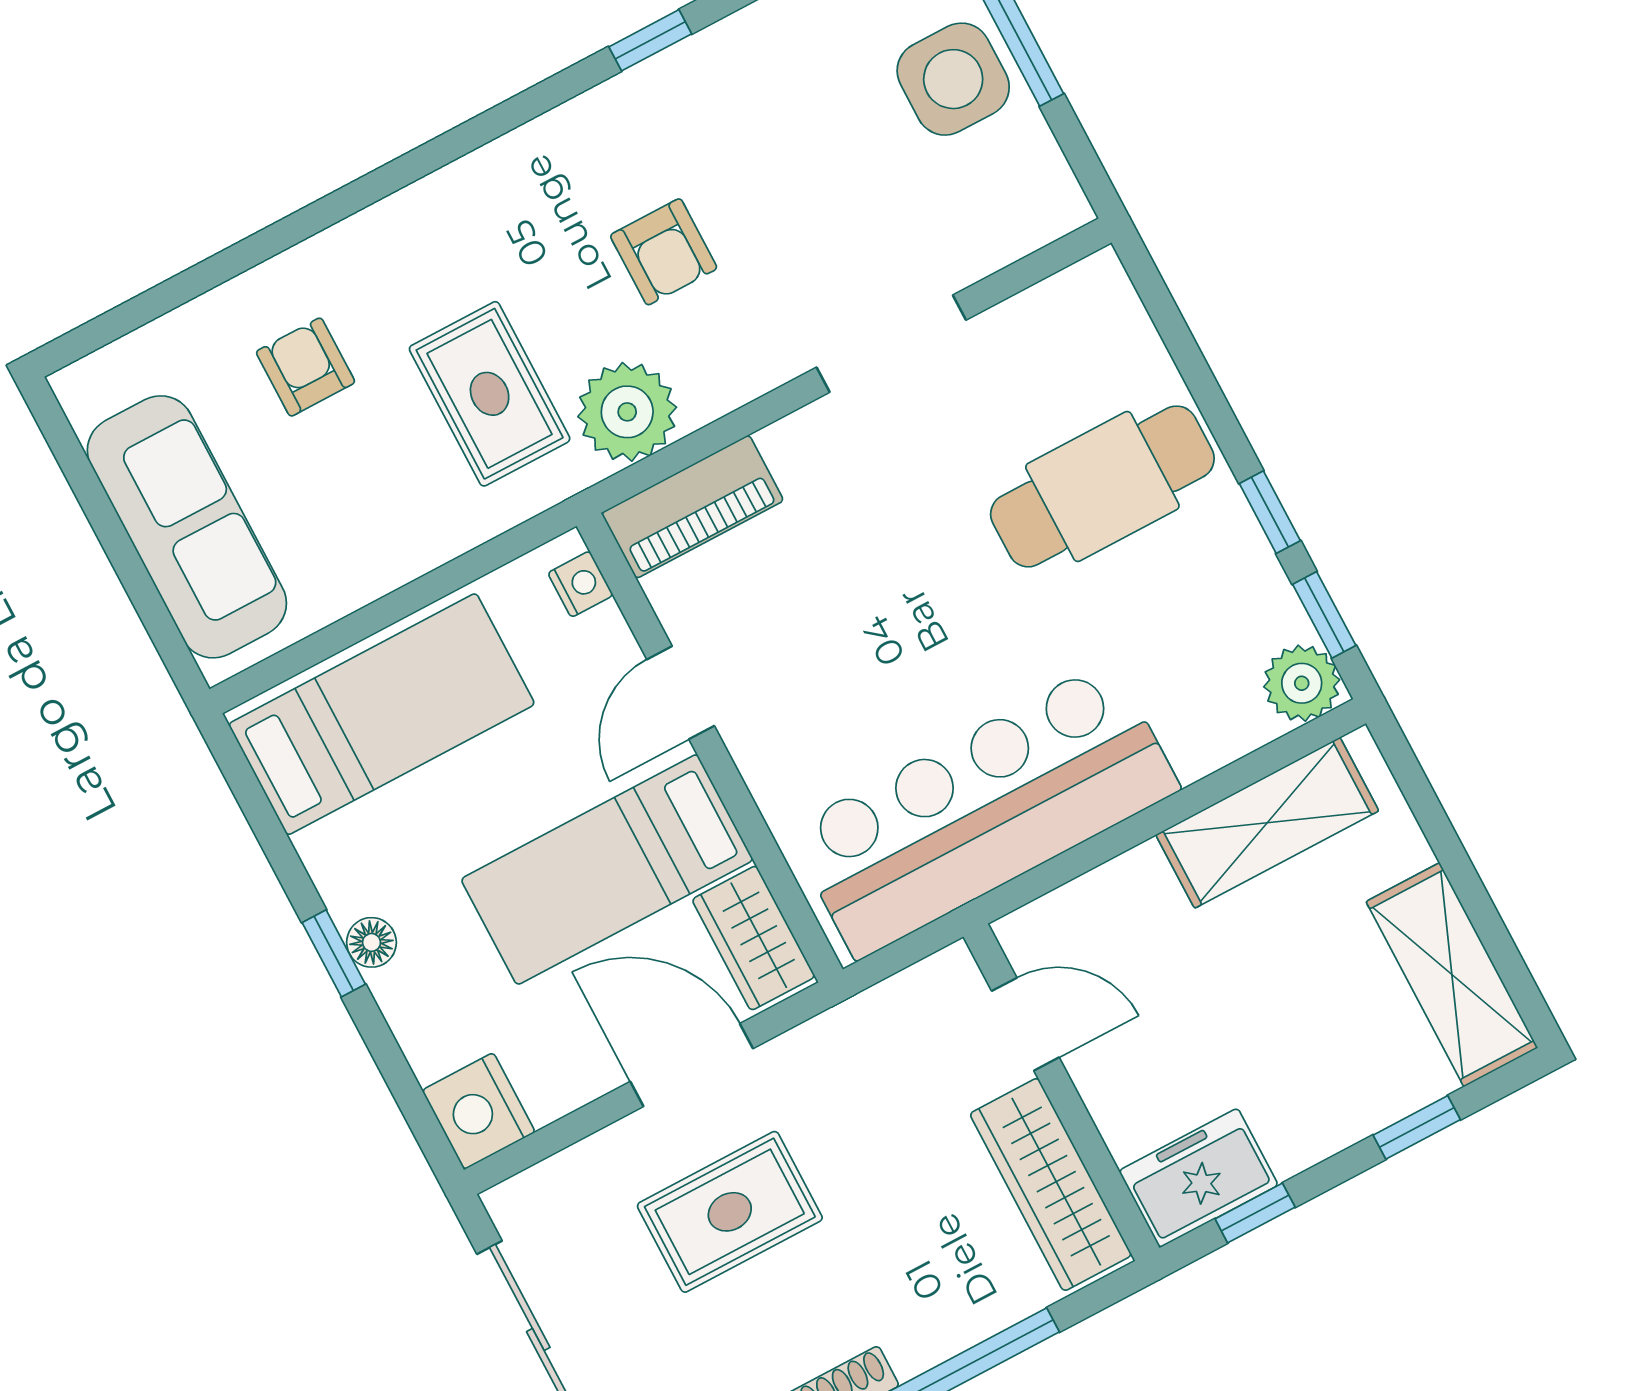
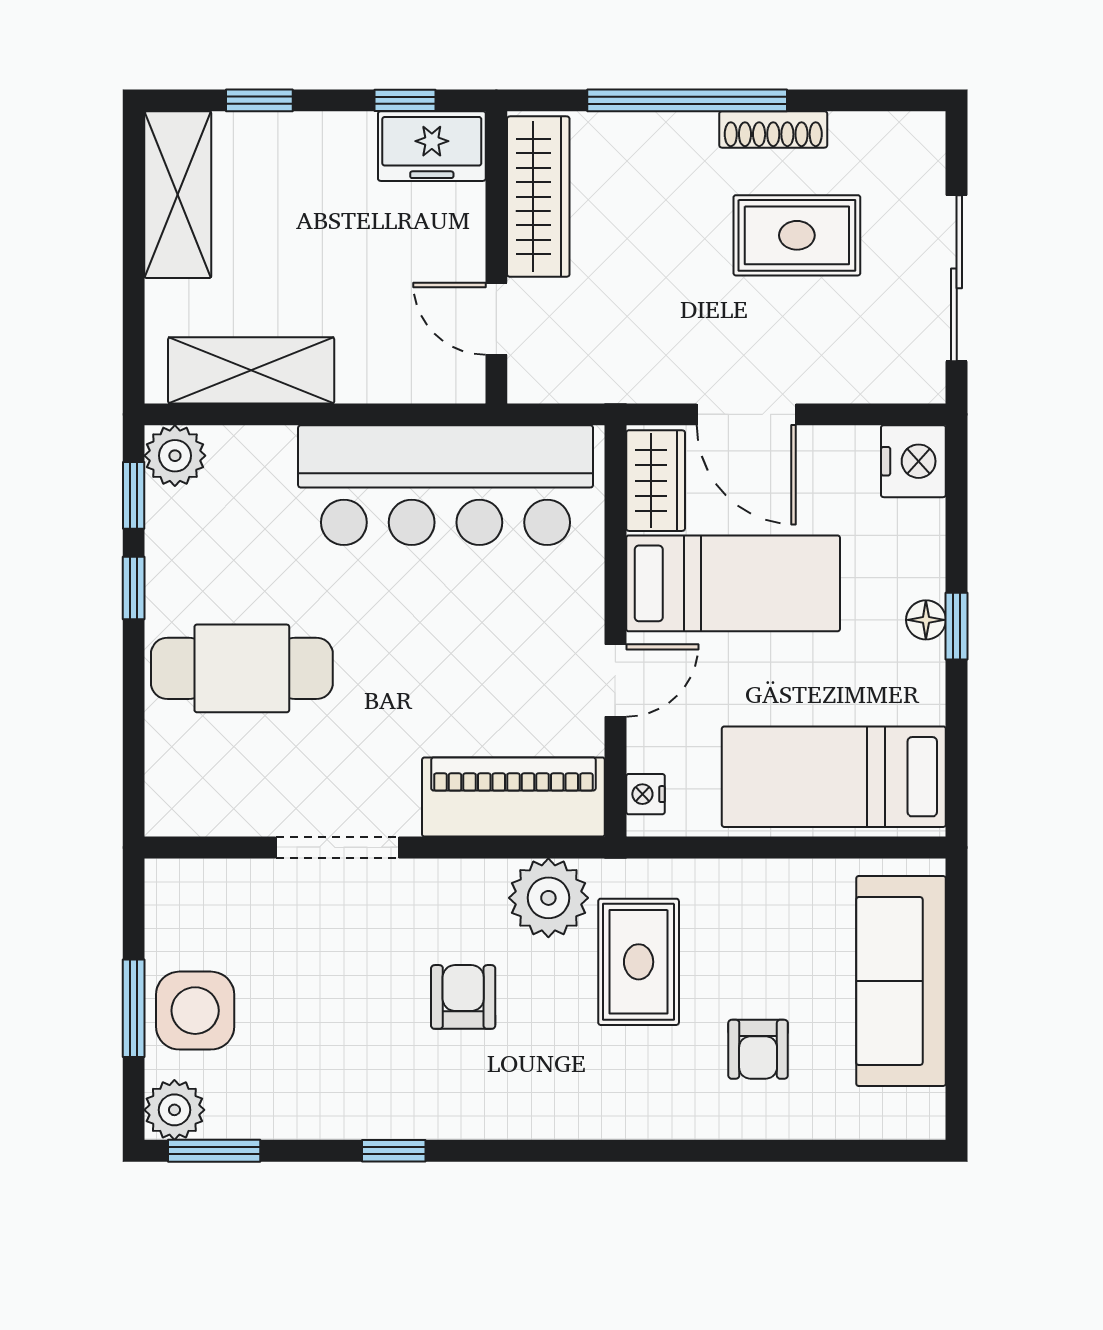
piano: (692, 507) -> (513, 797), width x1.37, depth x1.33
rug: (730, 1212) -> (797, 235), moved

